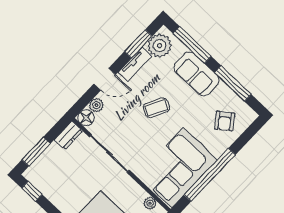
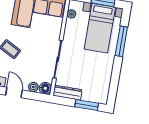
dresser: (68, 135) -> (68, 93), width x1.44
window: (32, 191) -> (113, 91), removed

